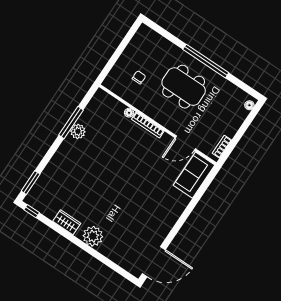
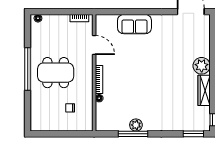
dining table: (184, 87) -> (56, 73), turned 90
sofa: (194, 175) -> (134, 24), moved
wardrobe: (67, 222) -> (204, 90), width x1.50

